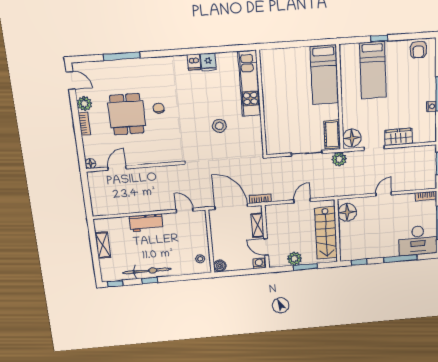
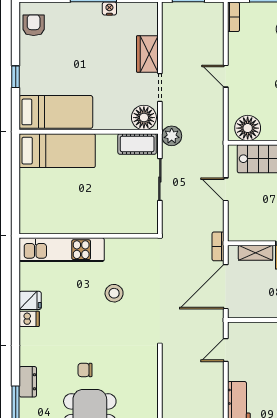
armchair: (418, 50) -> (34, 25), turned -90
dresser: (144, 64) -> (28, 382), added
bed: (373, 70) -> (56, 112), moved

